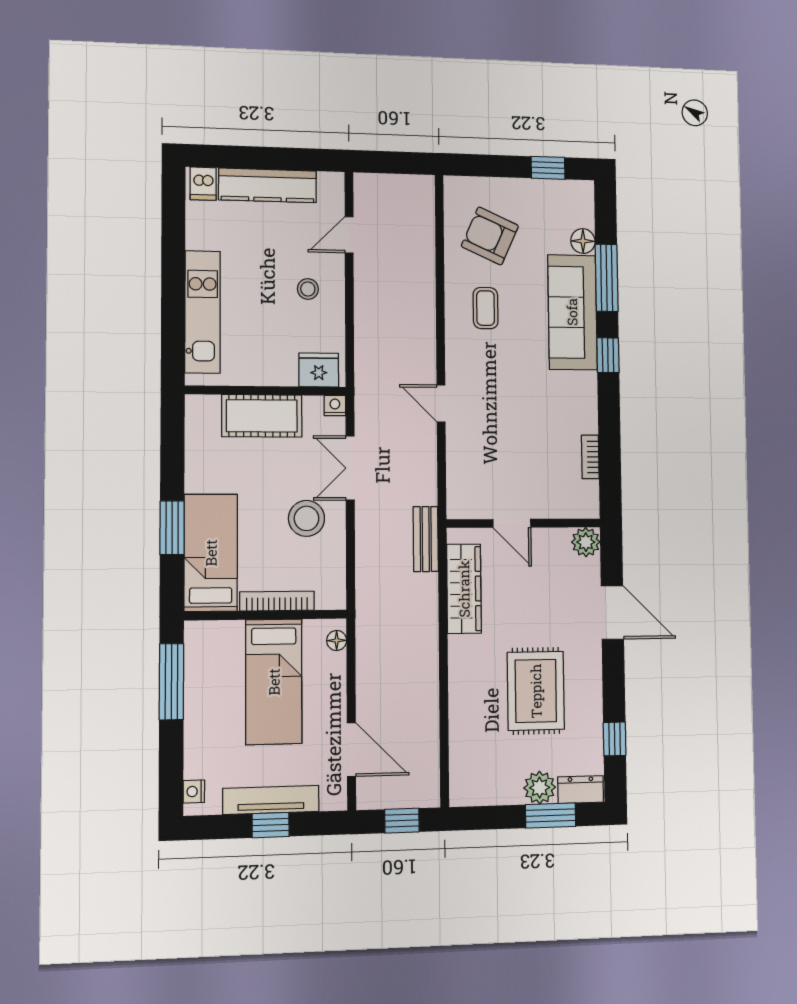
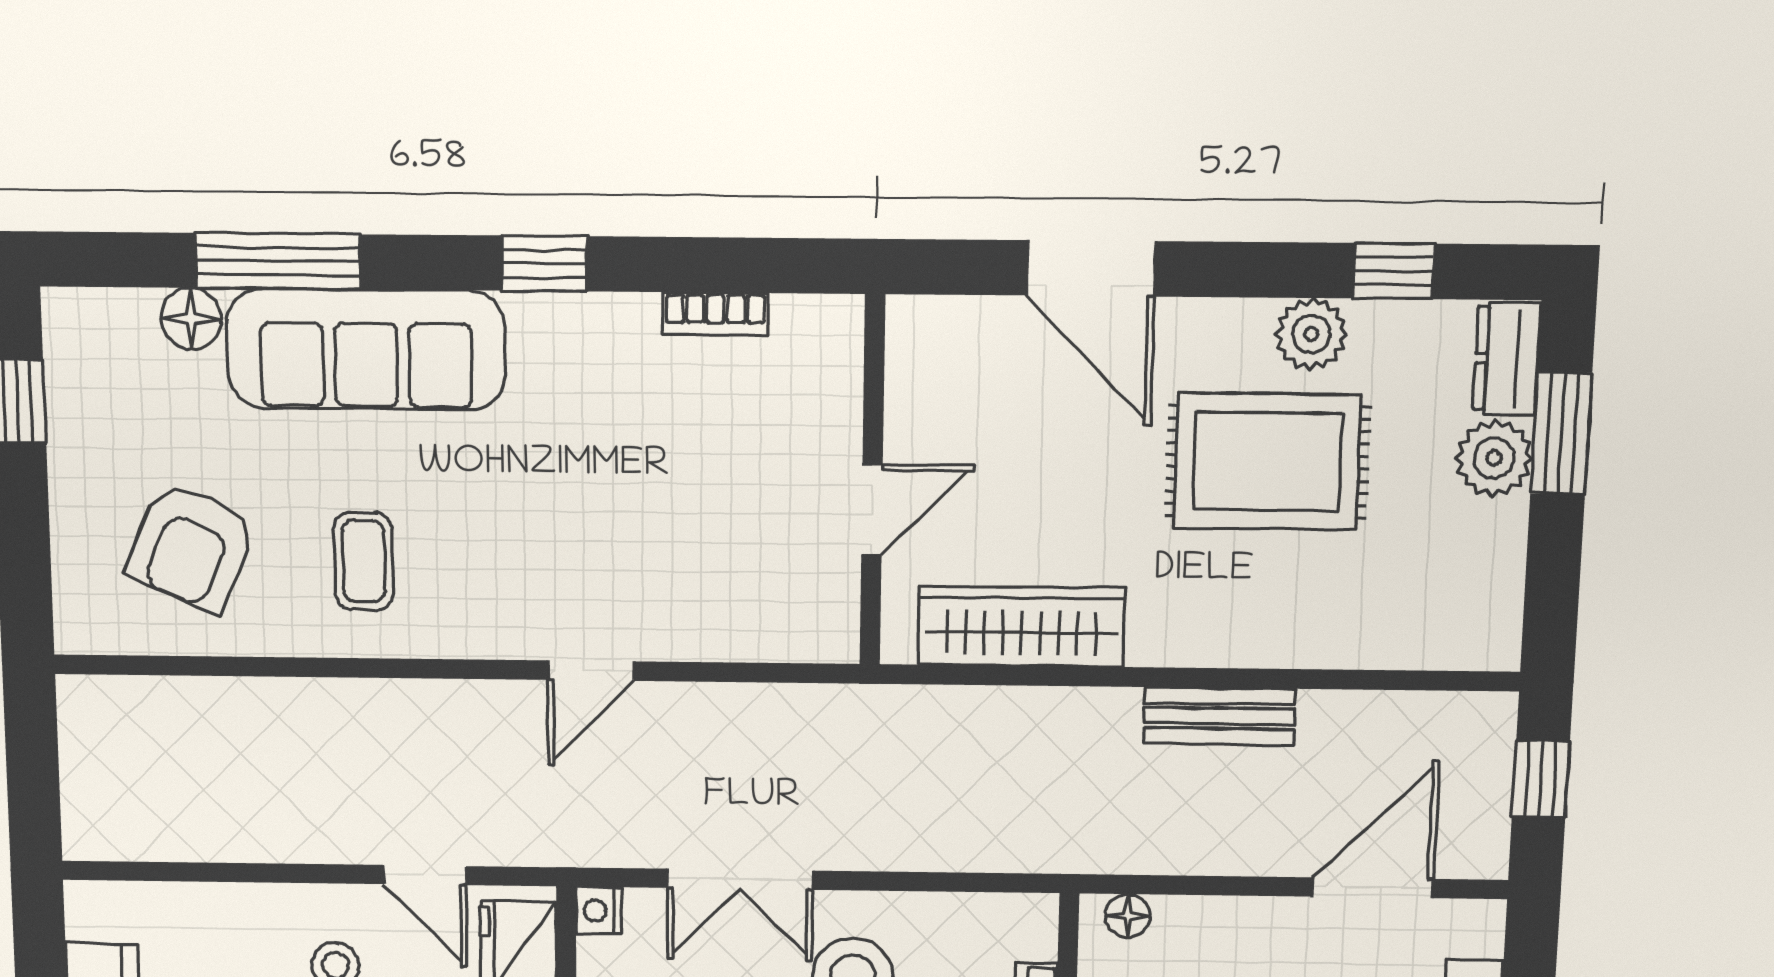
door: (349, 235) -> (424, 875), moved
coffee table: (486, 308) -> (364, 561), turned 90
window: (608, 355) -> (544, 264), moved
bench: (426, 539) -> (1219, 716), moved
plant: (586, 542) -> (1311, 334), moved
door: (612, 612) -> (1091, 268), swing flipped

